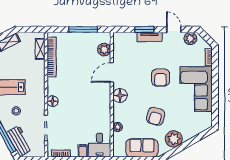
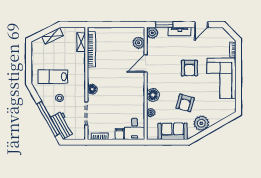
window: (83, 29) -> (120, 25), removed
window: (144, 29) -> (164, 25), moved
door: (174, 29) -> (201, 25), swing flipped
plant: (190, 39) -> (152, 33), moved
floor lamp: (120, 96) -> (153, 95), moved

